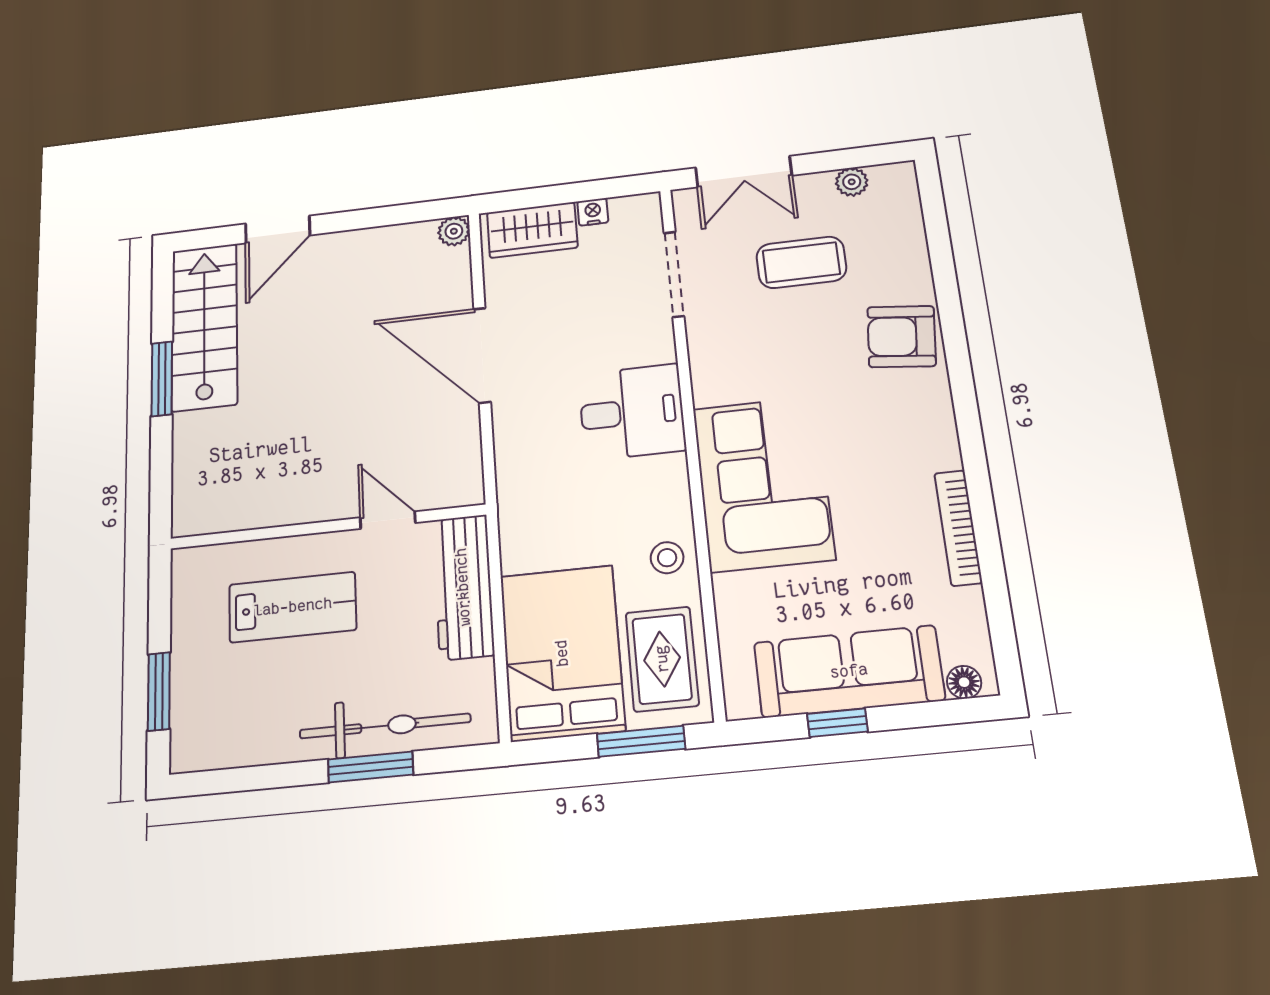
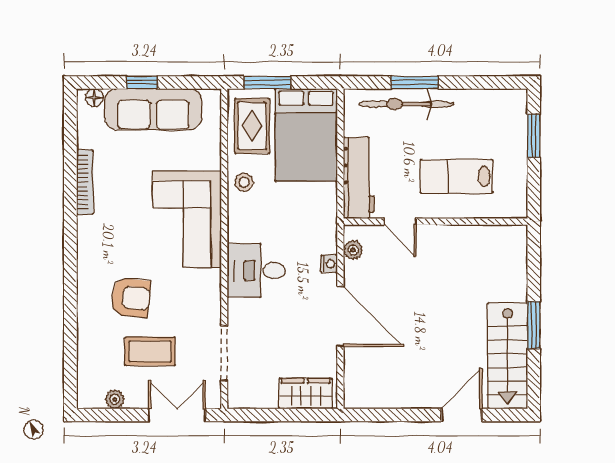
nightstand: (593, 212) -> (329, 264), moved, turned -90
plant: (454, 231) -> (353, 250), moved
armchair: (901, 337) -> (131, 298), moved
window: (837, 723) -> (142, 83), moved

